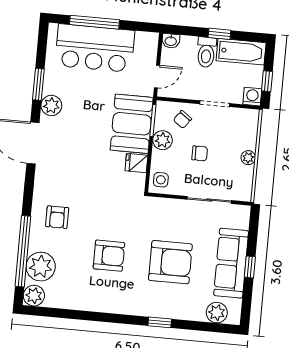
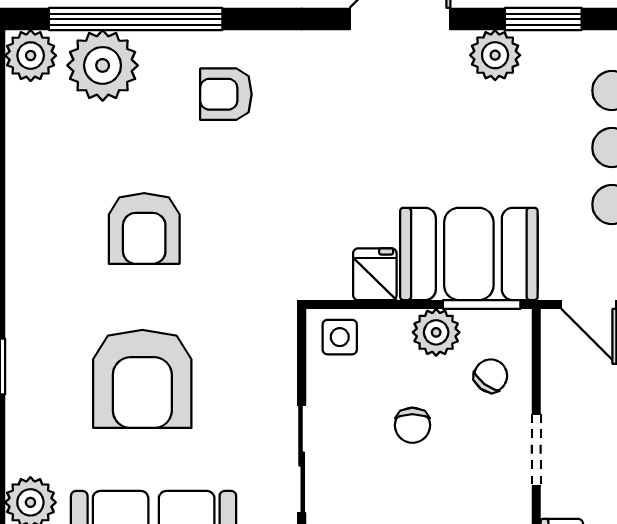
chair: (182, 119) -> (491, 376), turned 91

